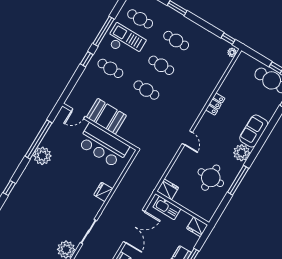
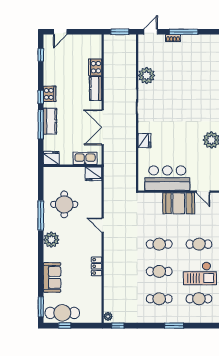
door: (78, 114) -> (203, 192), swing flipped
sofa: (254, 131) -> (52, 277), moved

